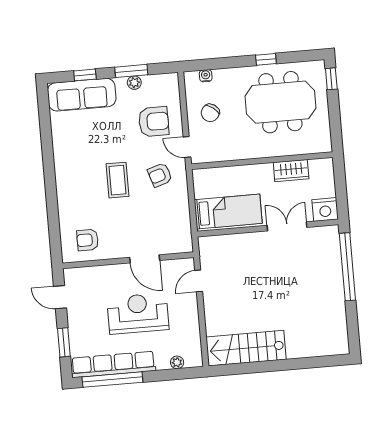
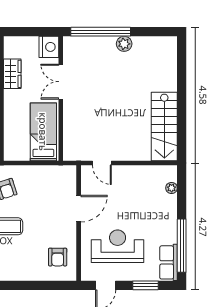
plant: (336, 295) -> (124, 44), added
reception desk: (138, 313) -> (118, 246), moved, turned 90
row of seats: (113, 364) -> (169, 262), width x0.50

